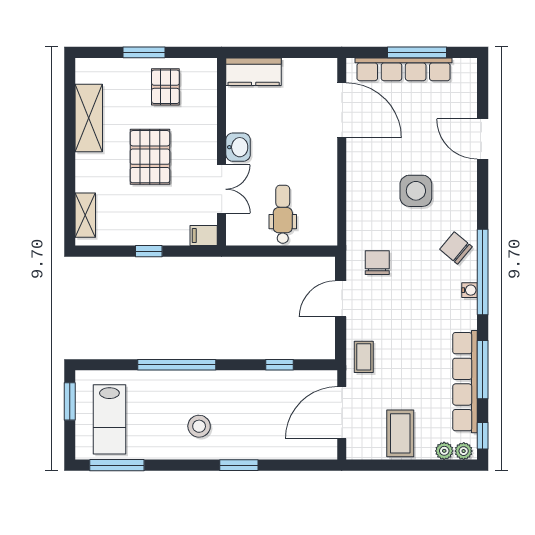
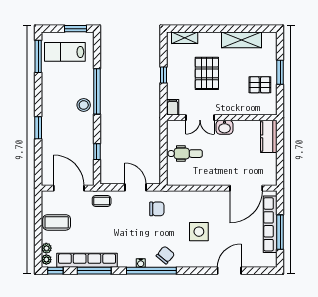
pallet: (150, 157) -> (207, 73), moved, turned 90
stool: (199, 426) -> (84, 105), moved

